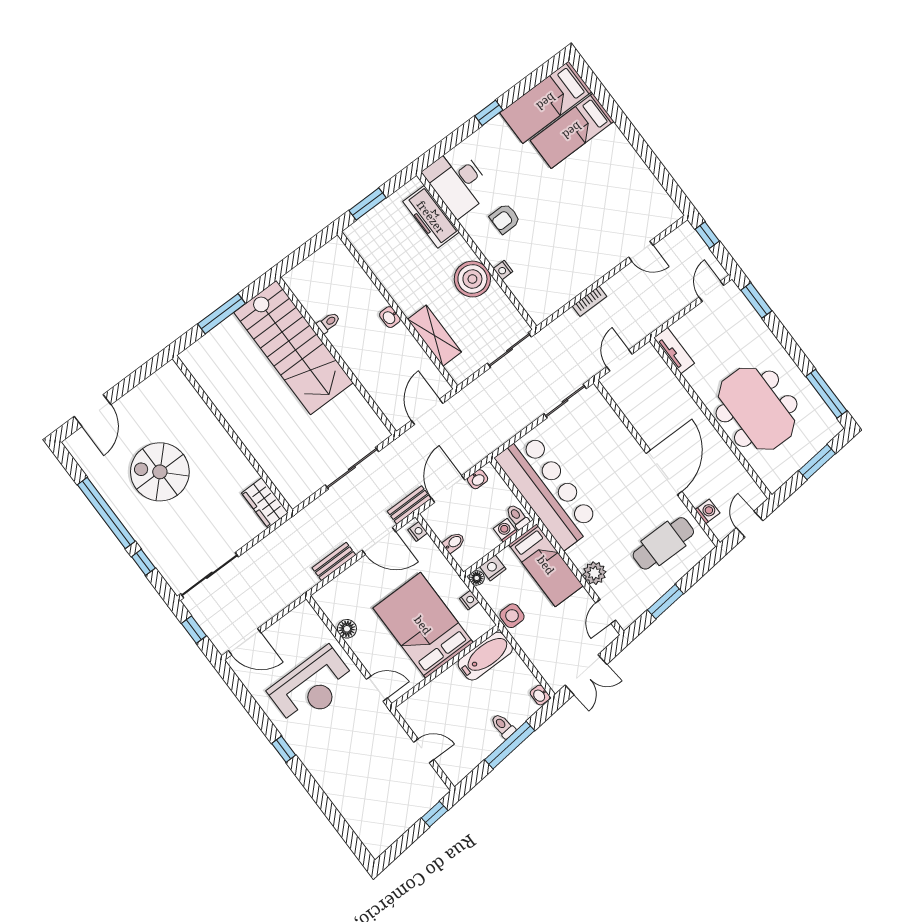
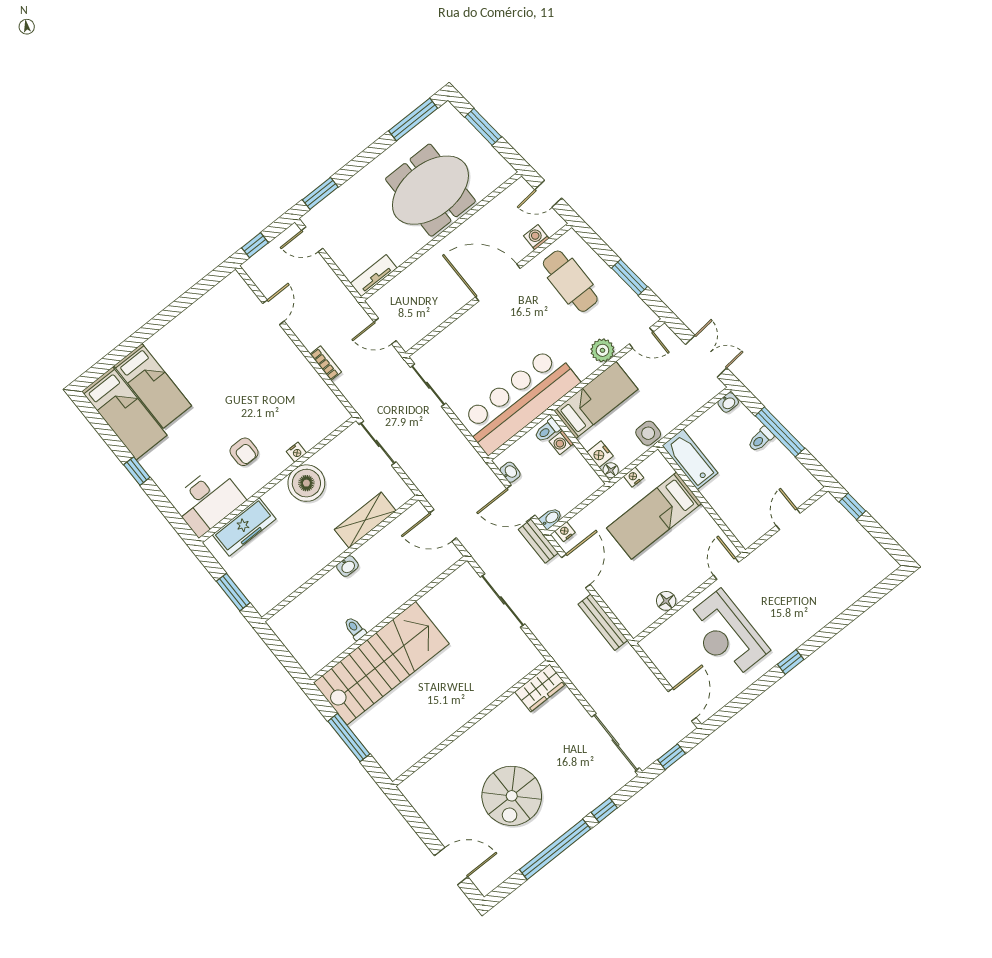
bidet: (454, 542) -> (551, 518), moved, turned 90
bench: (334, 561) -> (603, 622), width x1.36
bed: (423, 625) -> (654, 516), width x0.67
reception desk: (312, 687) -> (726, 635), turned 180

